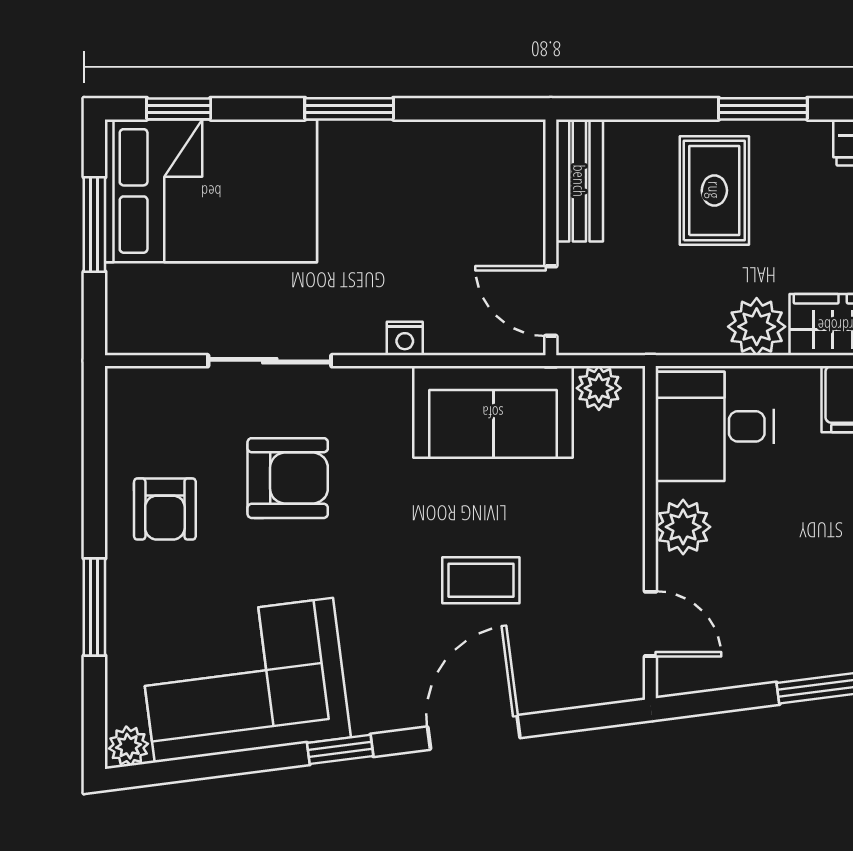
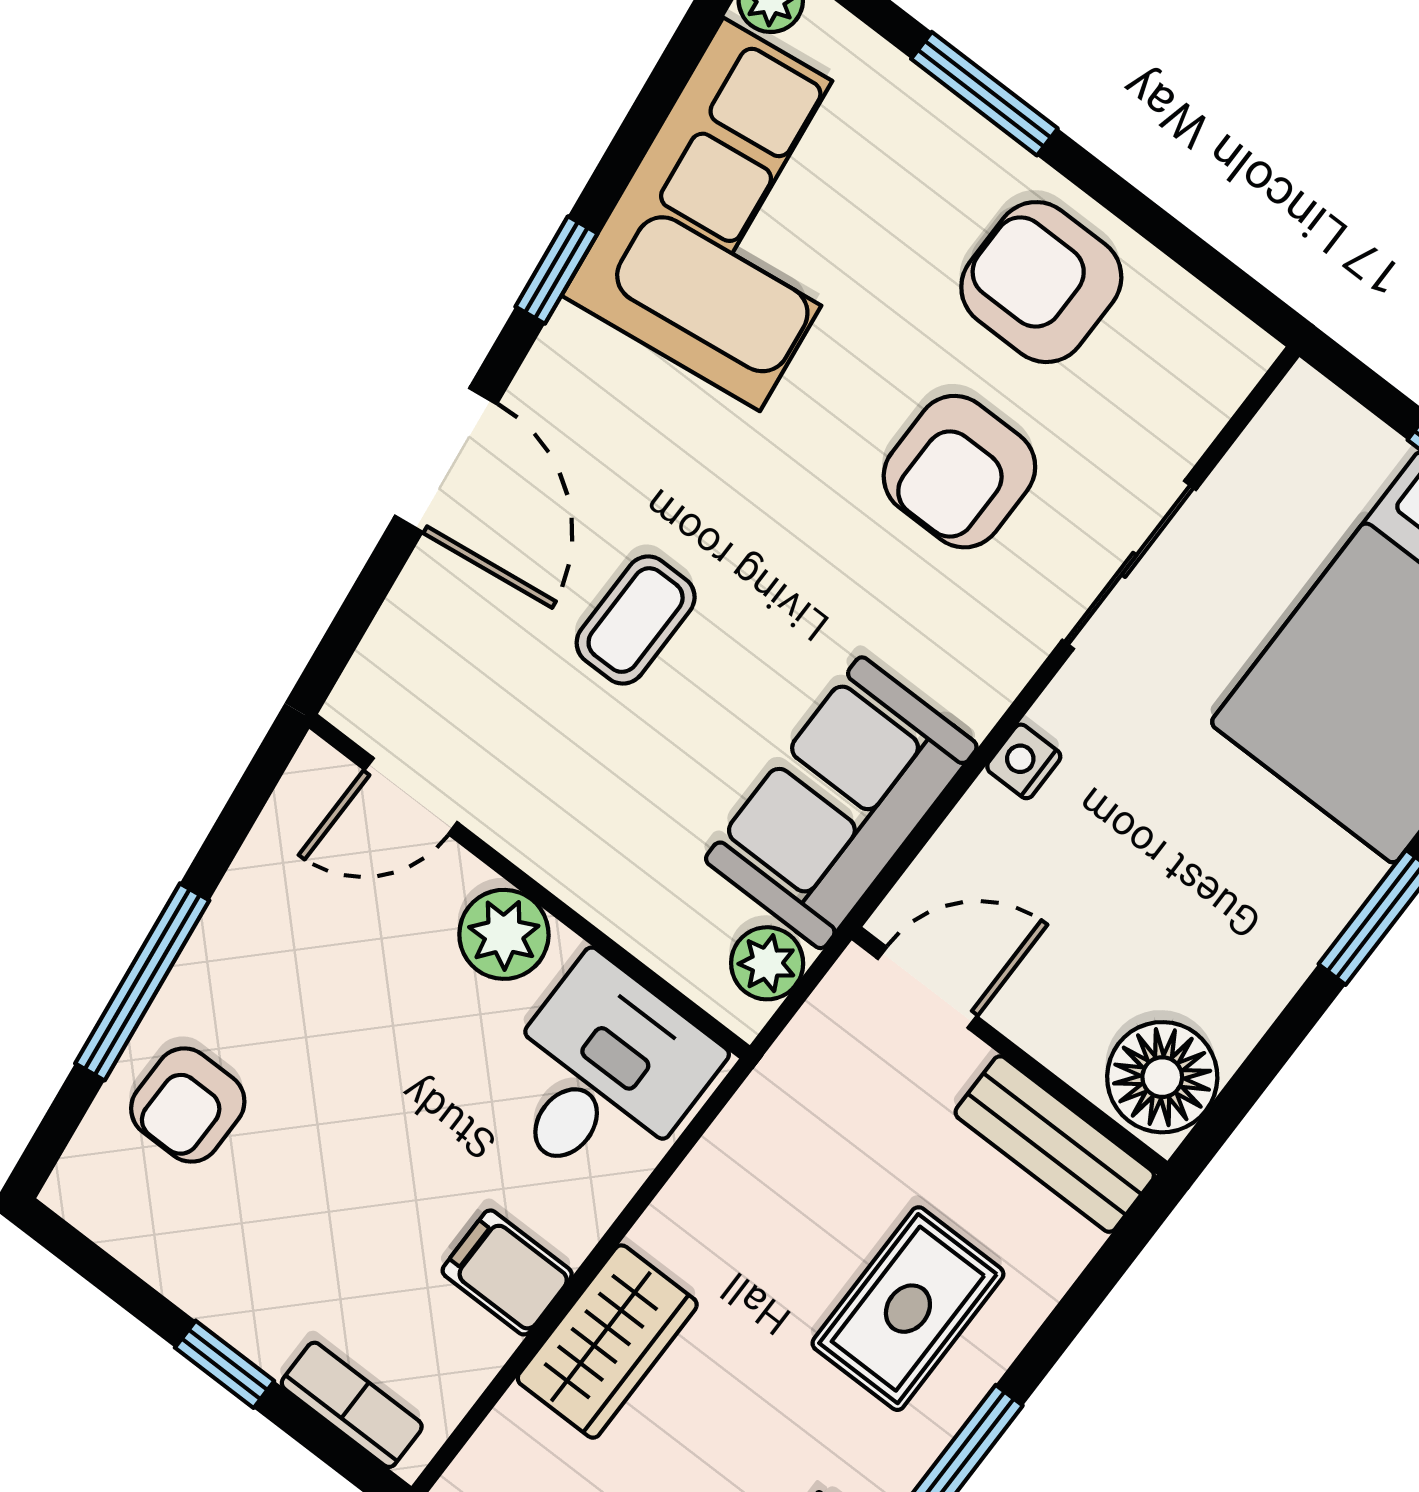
floor lamp: (507, 153) -> (1162, 1077), added
rug: (714, 190) -> (908, 1309), turned 90
plant: (757, 327) -> (690, 1228), removed
armchair: (165, 509) -> (1041, 282), width x1.38, depth x1.38

